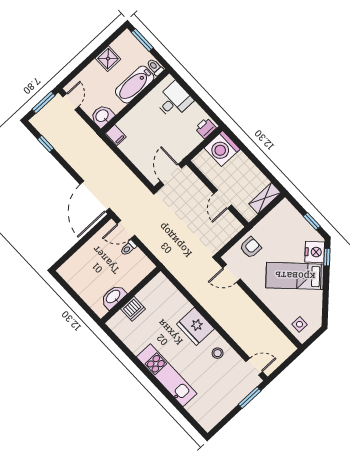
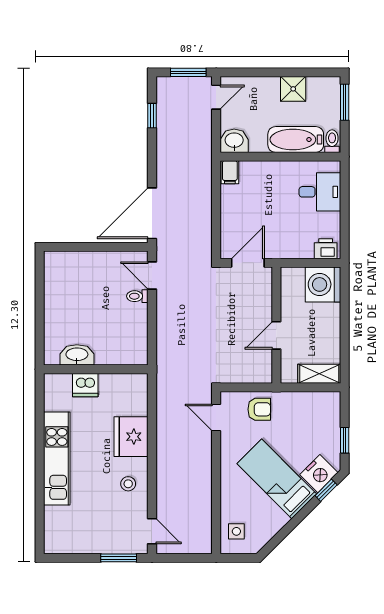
wall: (131, 295) -> (96, 369), moved
washbasin: (113, 297) -> (77, 355), moved
dishwasher: (133, 309) -> (85, 385), moved

